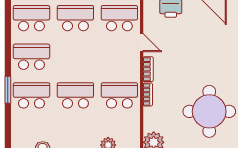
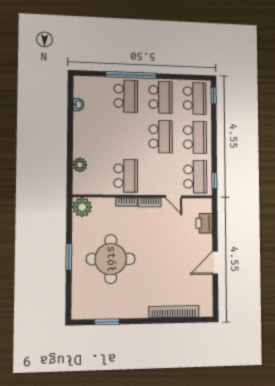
door: (142, 43) -> (173, 197), hinge flipped
window: (8, 90) -> (131, 75), width x2.11
school desk: (75, 95) -> (161, 137), moved

